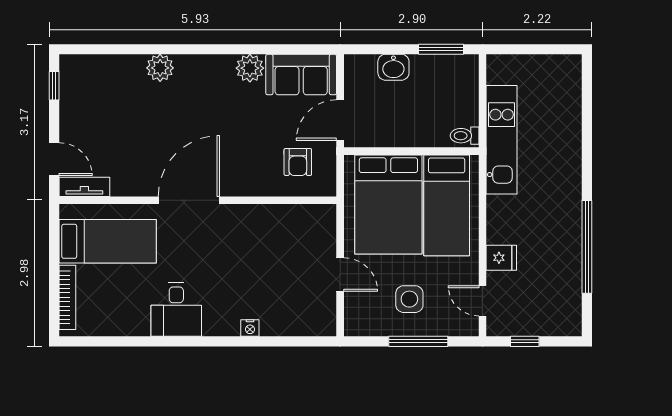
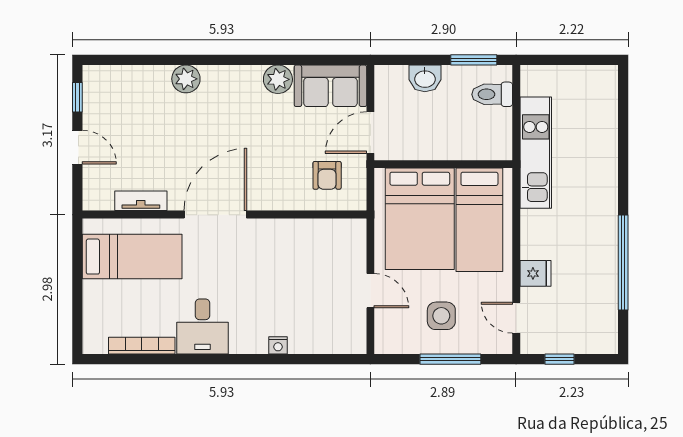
toilet: (465, 136) -> (492, 94), moved, width x1.37, depth x1.39
door: (54, 159) -> (77, 147), moved
tv unit: (84, 187) -> (141, 201), moved
bookcase: (67, 297) -> (142, 346), moved, turned -90

